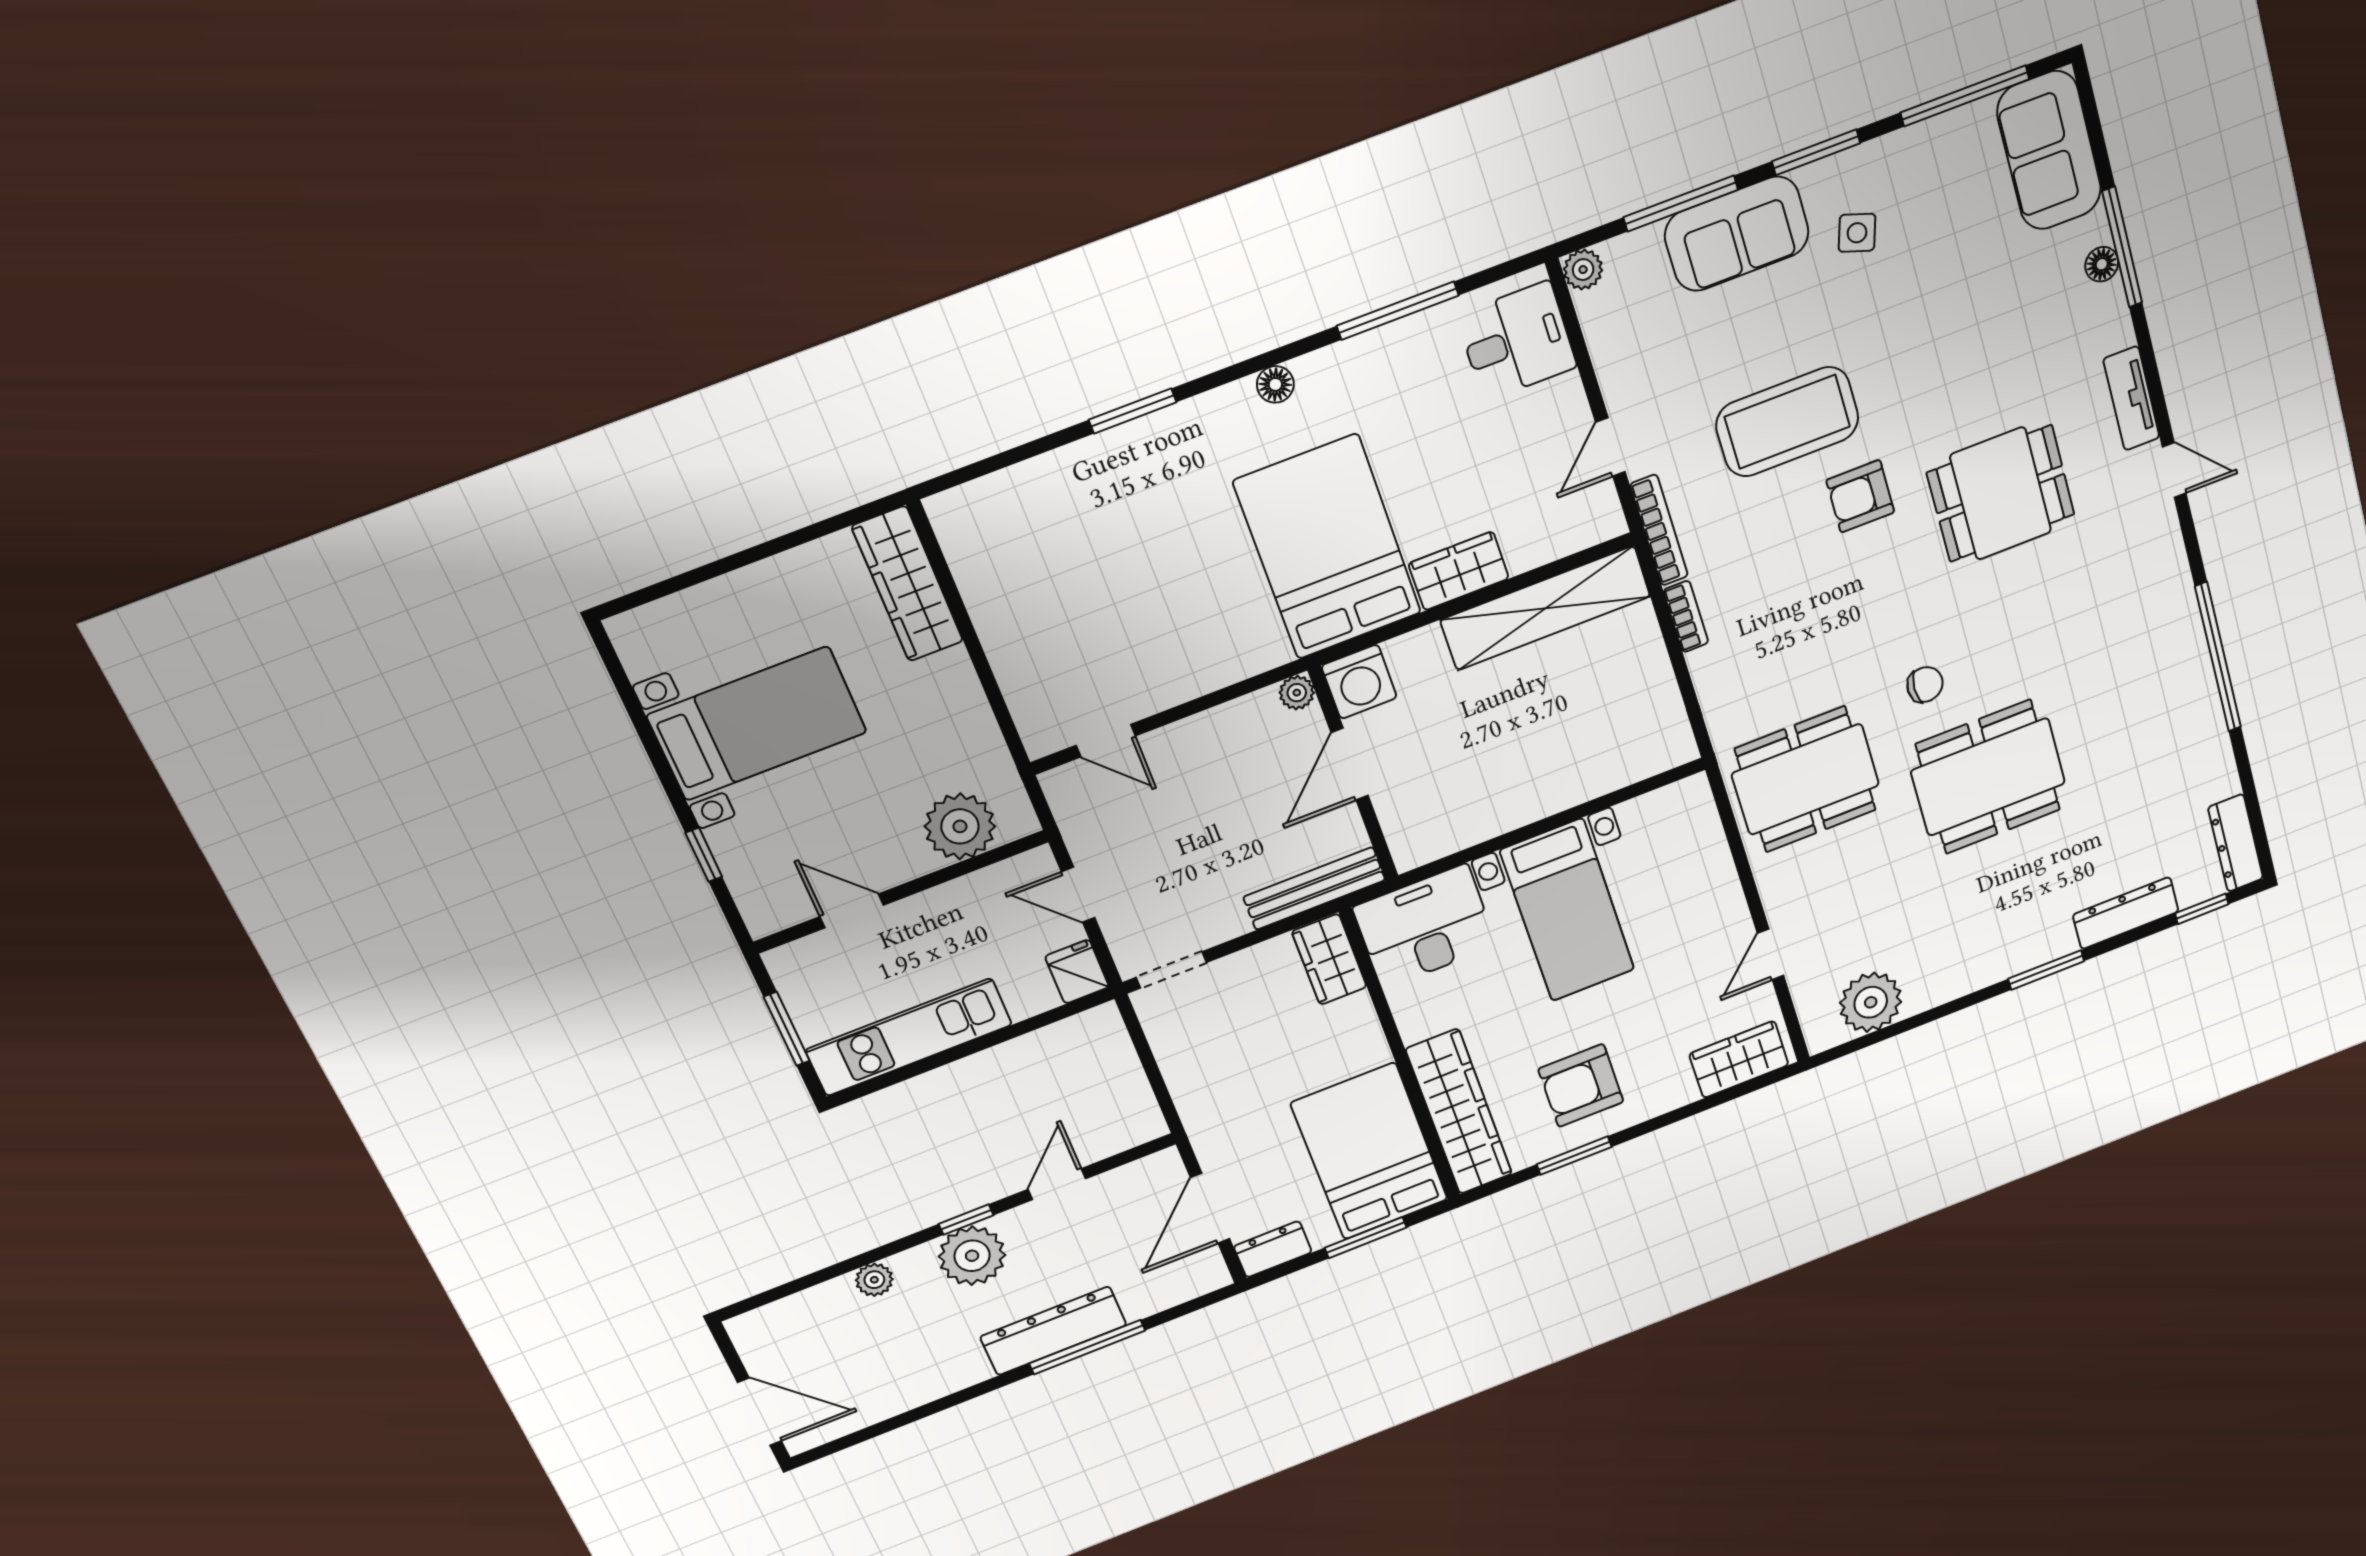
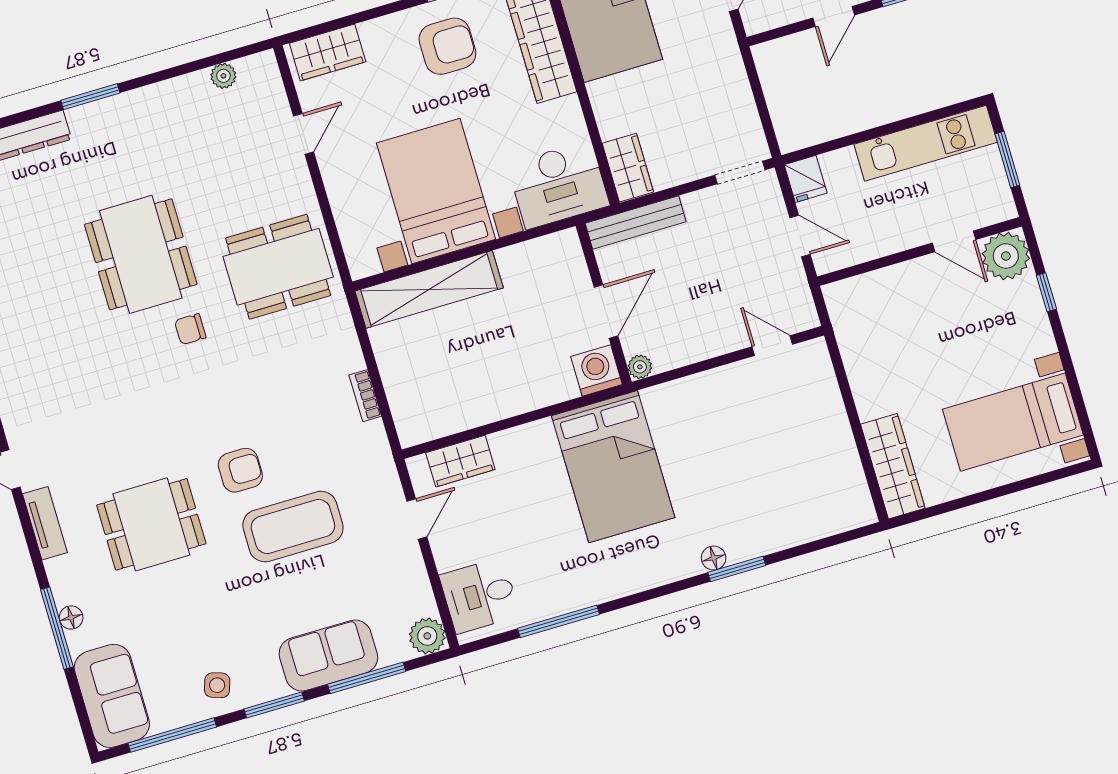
side table: (1857, 233) -> (217, 685), moved
plant: (1583, 270) -> (427, 636), width x1.38, depth x1.38
floor lamp: (1275, 384) -> (714, 558), moved
dining table: (2001, 494) -> (151, 524), moved
bookcase: (1659, 530) -> (384, 459), removed
wardrobe: (1459, 571) -> (460, 461), moved
shelving: (1545, 608) -> (429, 289), moved
bed with nightstands: (757, 724) -> (1013, 422), moved
dining table: (1988, 777) -> (141, 254), turned 90
plant: (960, 826) -> (1006, 256), moved
bed with nightstands: (1567, 910) -> (436, 191), width x1.36
plant: (1871, 1002) -> (223, 76), width x0.53, depth x0.53

